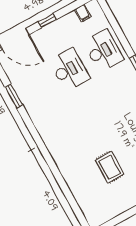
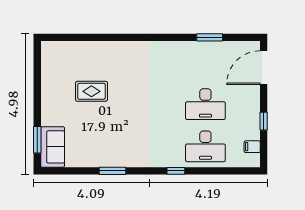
window: (47, 21) -> (264, 121), moved

